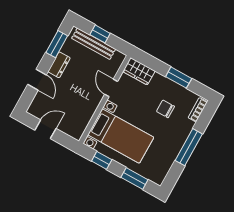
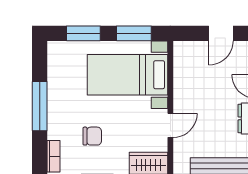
door: (111, 88) -> (170, 125), hinge flipped
window: (102, 160) -> (134, 33), width x1.50

